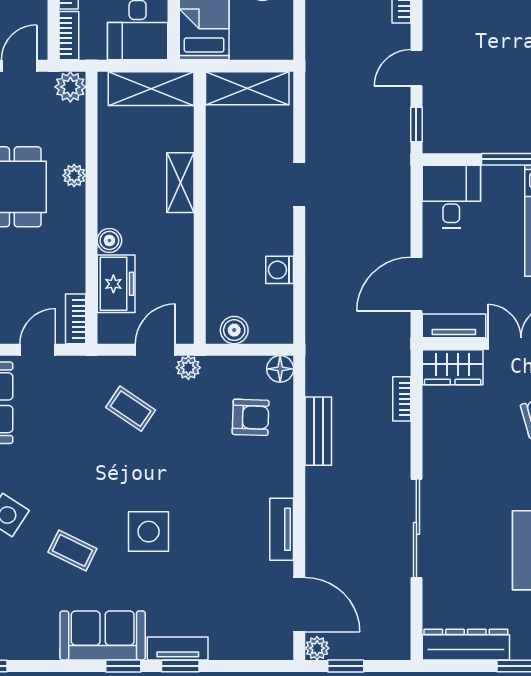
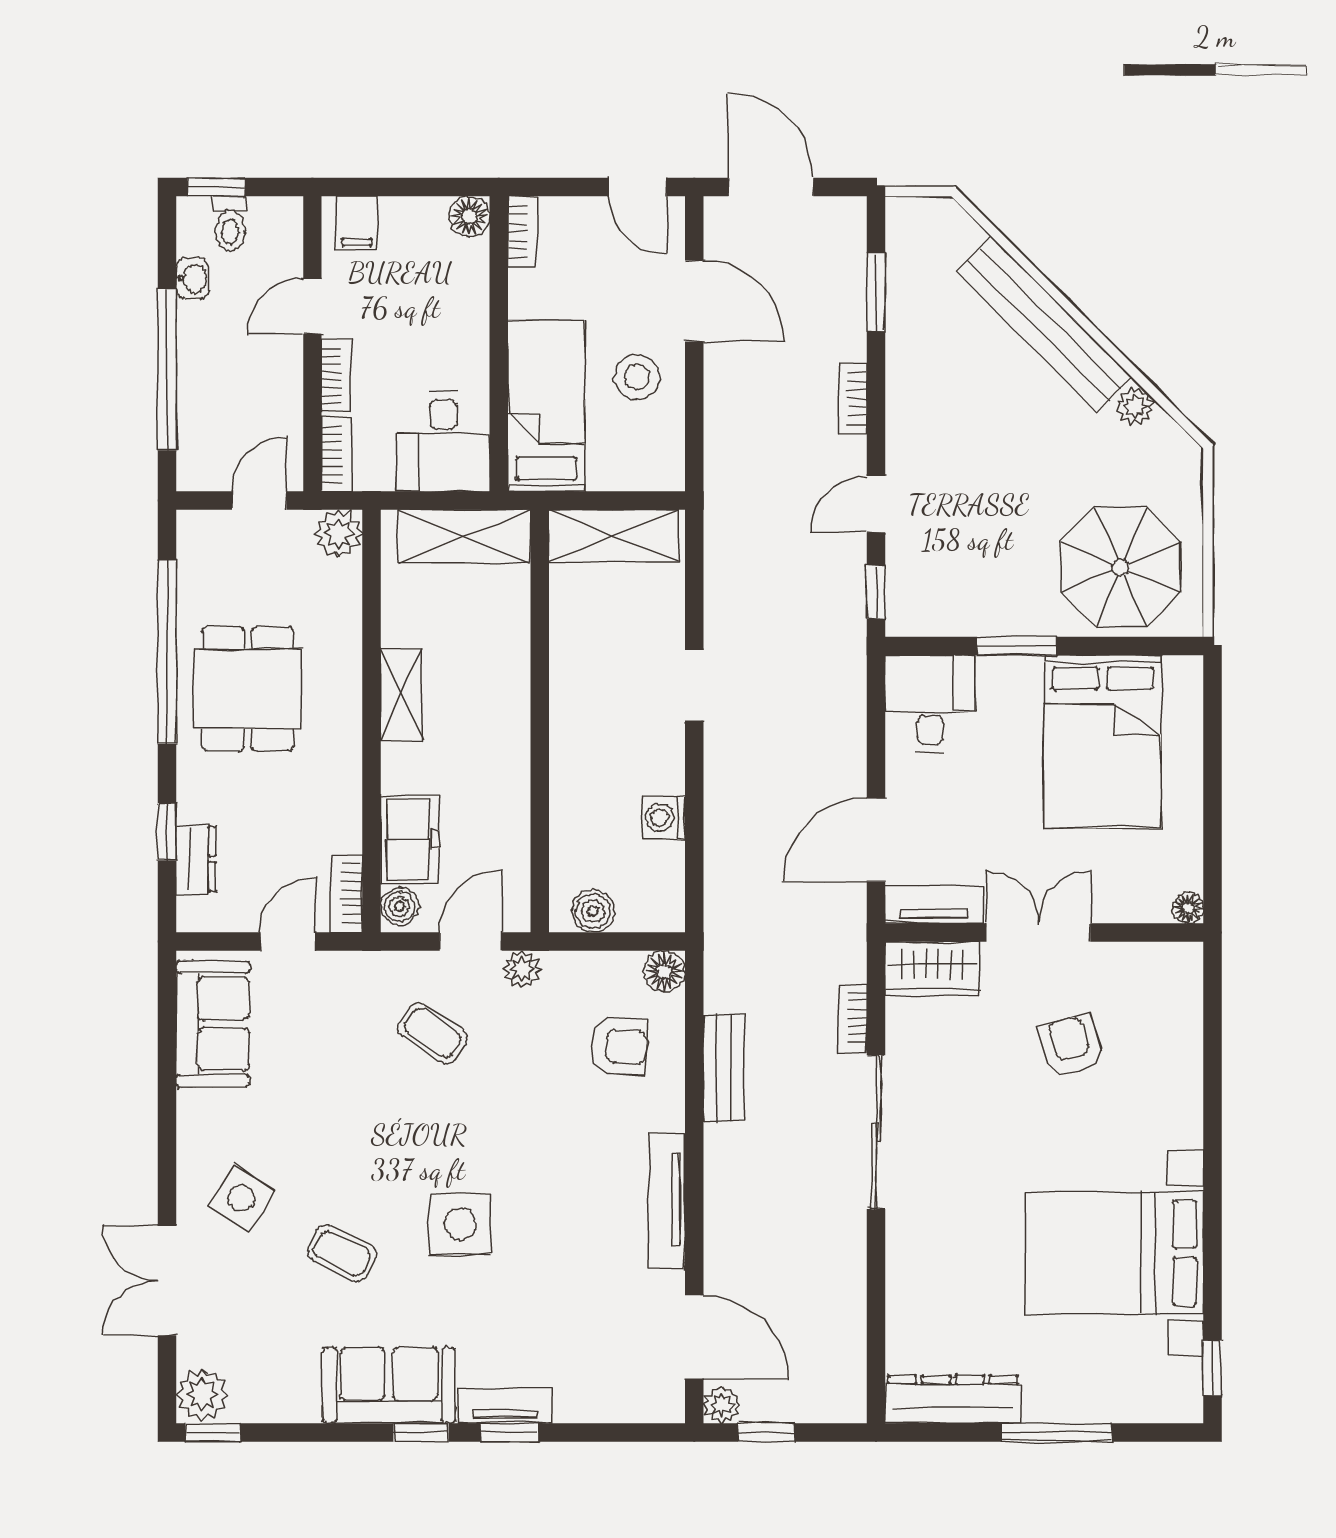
plant: (74, 175) -> (345, 671), removed
shelving: (180, 183) -> (401, 694), moved
boiler: (109, 240) -> (399, 906), moved
sliding door: (416, 528) -> (876, 1132), moved
tv unit: (282, 529) -> (667, 1200), width x1.41

